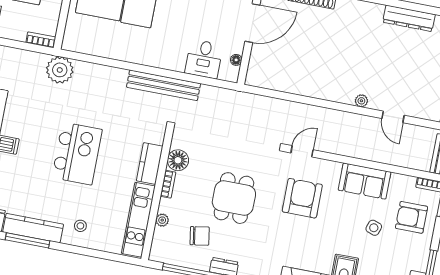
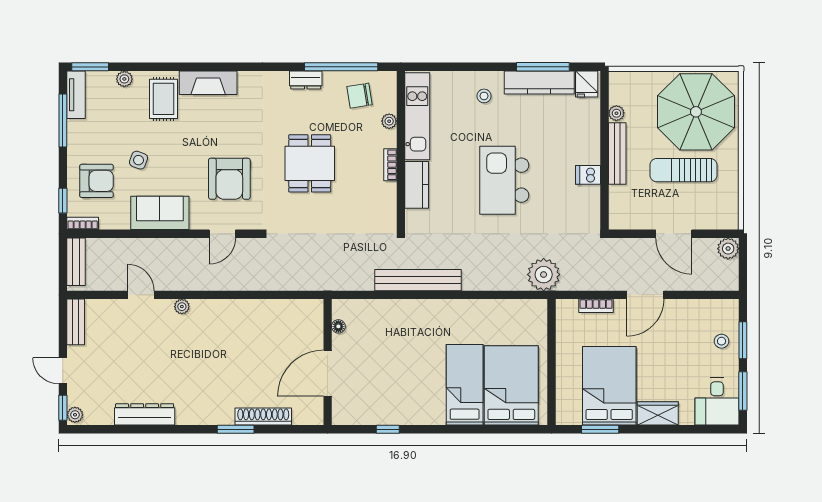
bookcase: (41, 40) -> (596, 306), moved
desk: (204, 59) -> (377, 320), removed
door: (302, 151) -> (222, 234), moved
floor lamp: (178, 160) -> (384, 195), removed
chair: (200, 236) -> (360, 96), moved

